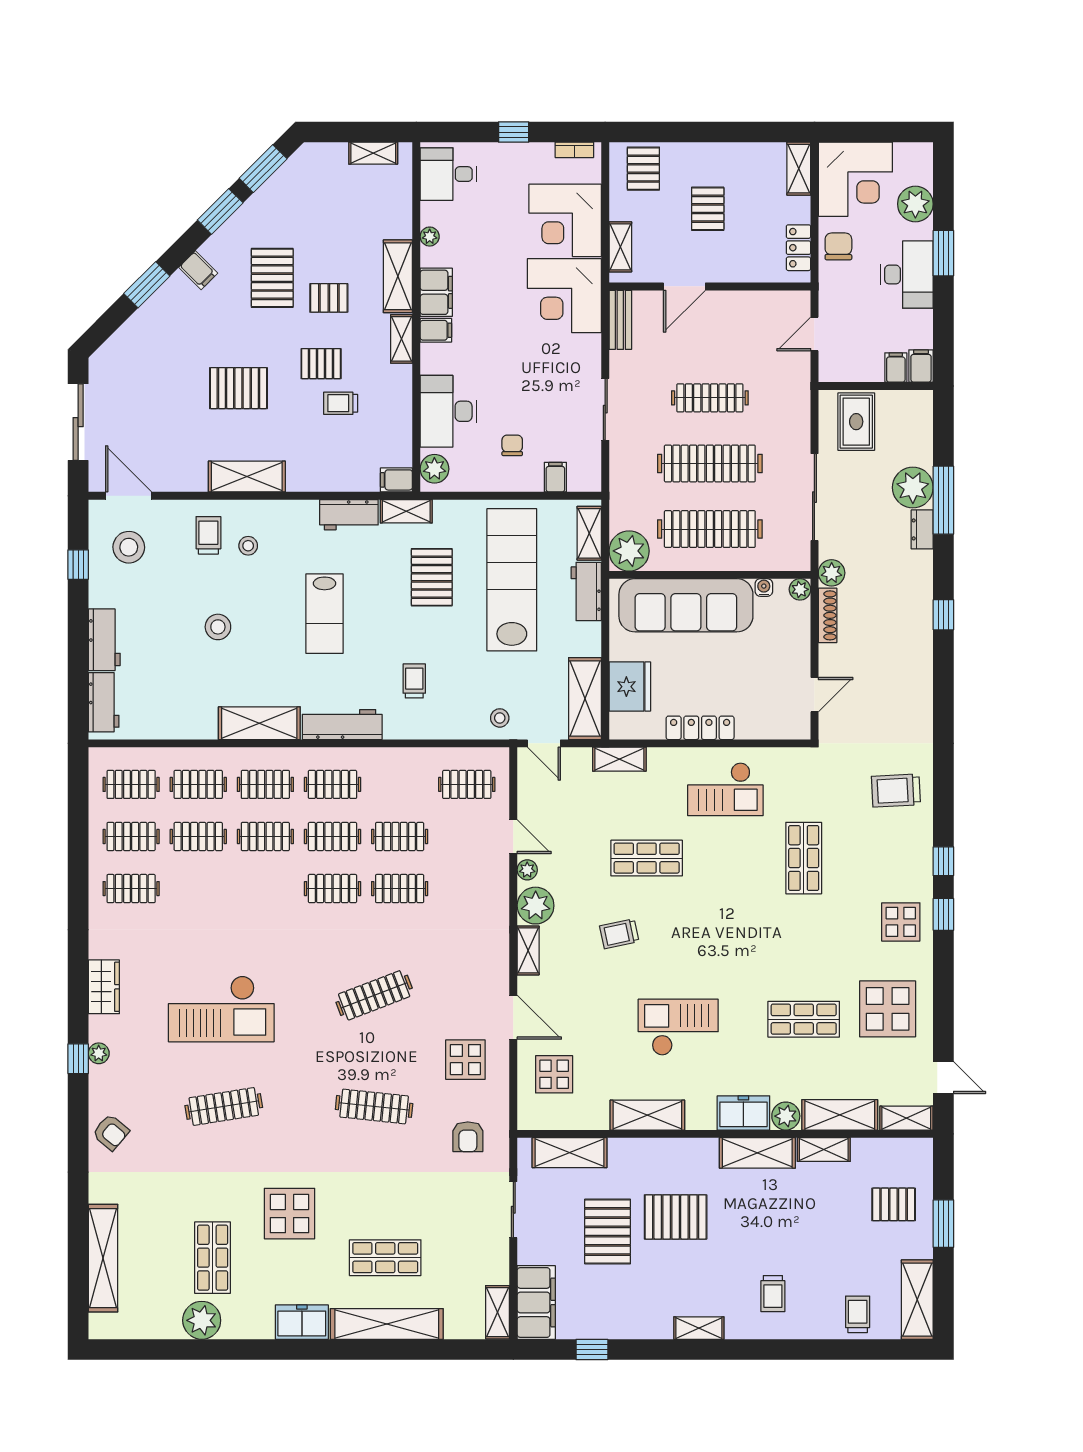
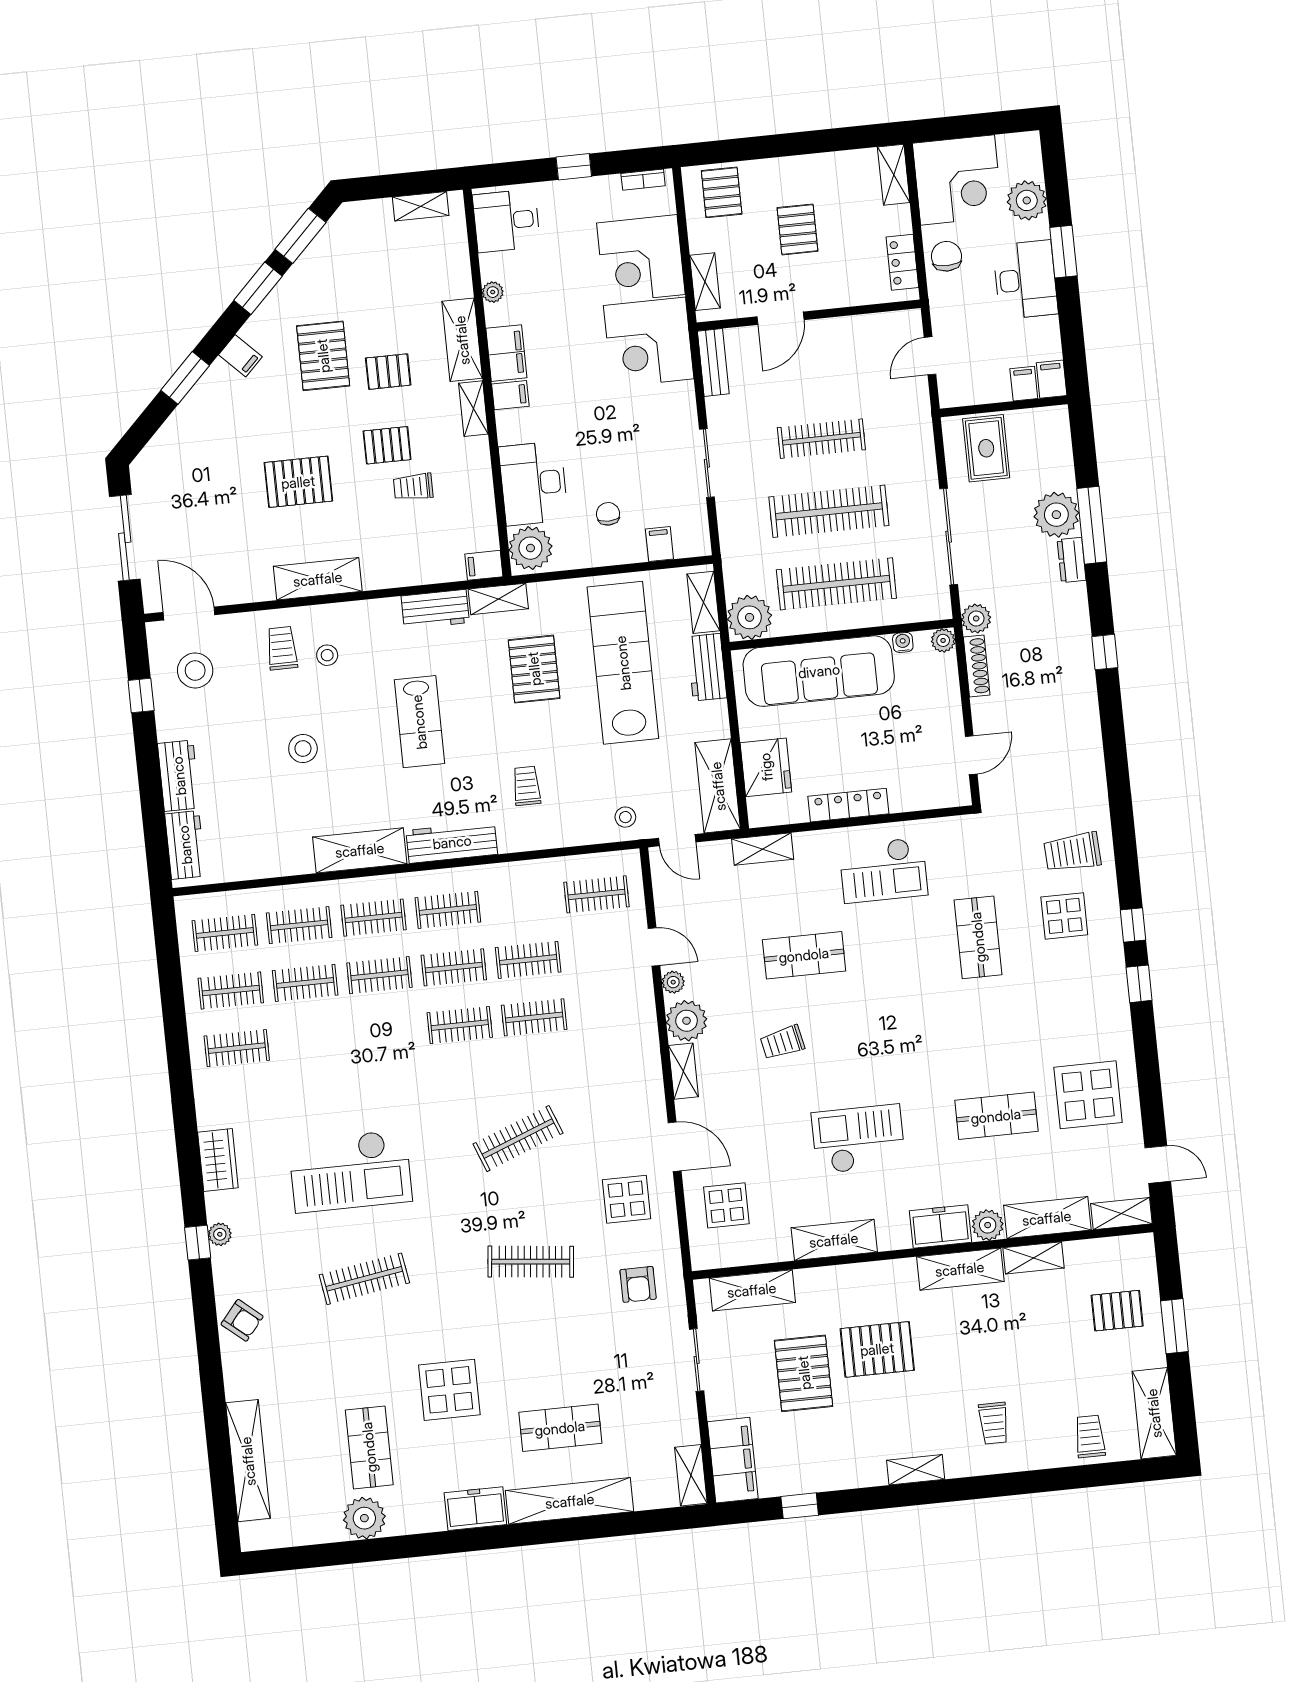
plant: (434, 469) -> (530, 548), width x1.36, depth x1.36
display table: (901, 922) -> (1064, 916), moved

